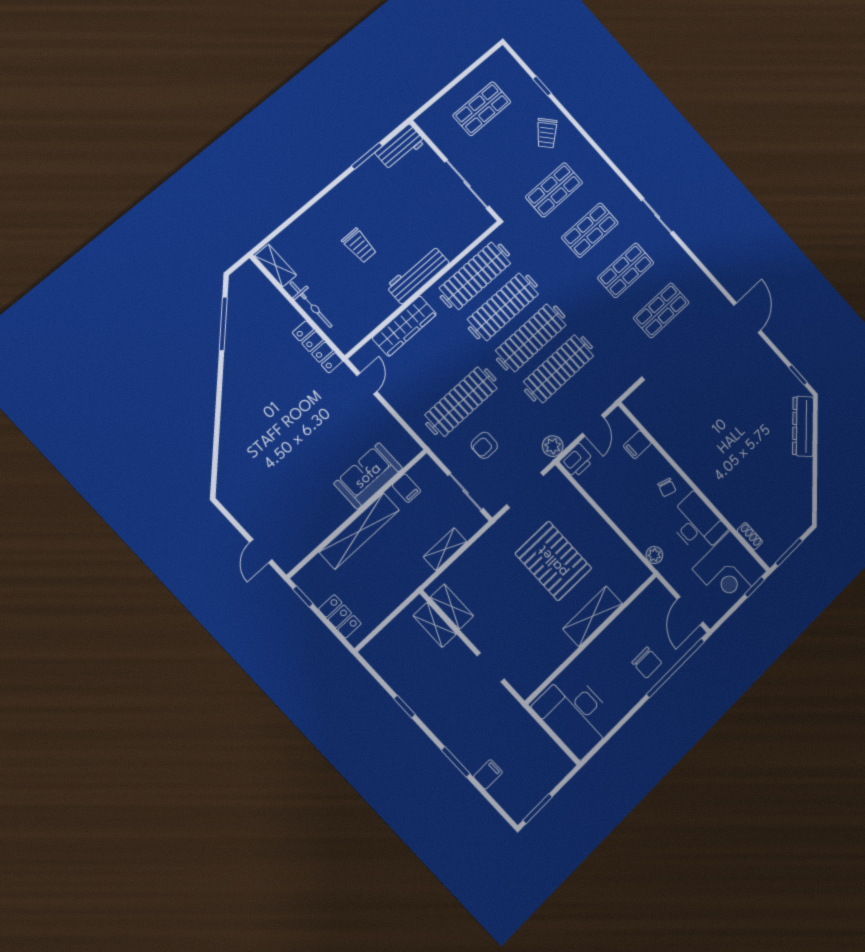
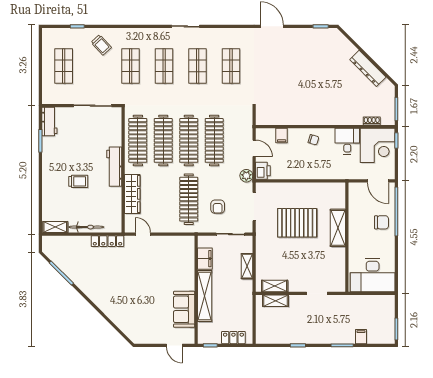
dresser: (803, 426) -> (368, 68), moved
sofa: (368, 476) -> (184, 309), moved
filing cabinet: (406, 488) -> (205, 259), width x2.00
desk: (697, 524) -> (347, 141), width x0.73
plant: (654, 555) -> (338, 174), removed

